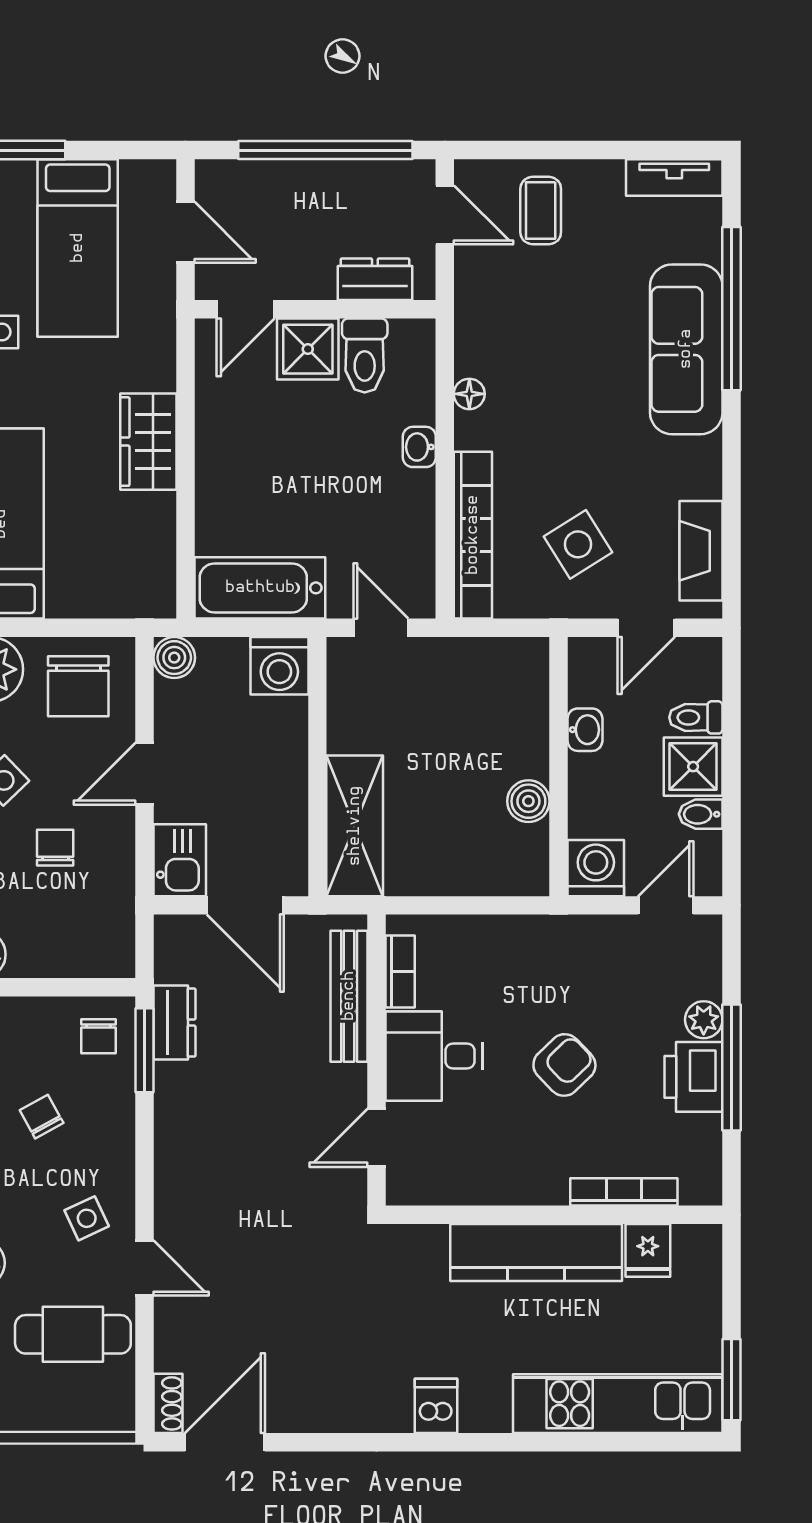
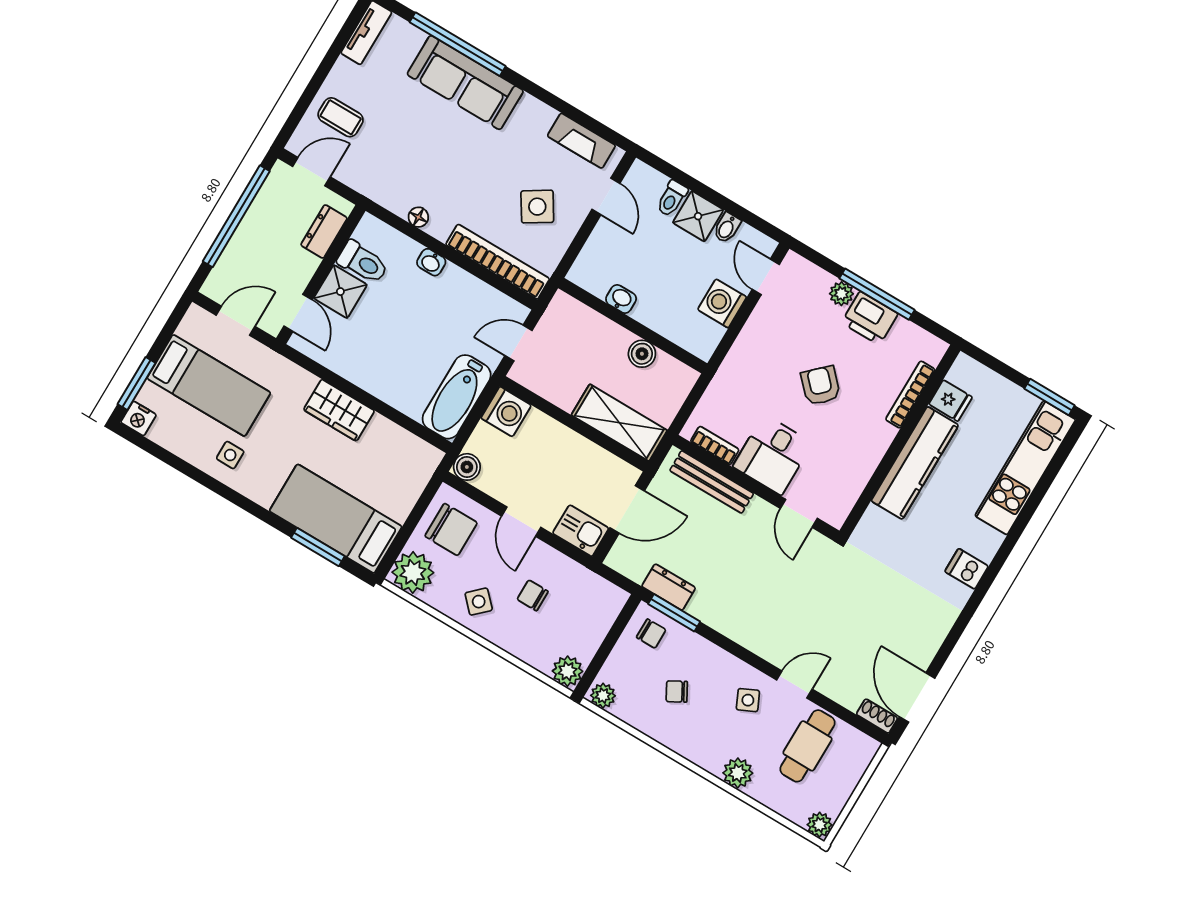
washbasin: (585, 730) -> (621, 299), moved
wall: (559, 767) -> (633, 326), moved
boiler: (528, 801) -> (642, 354), moved

